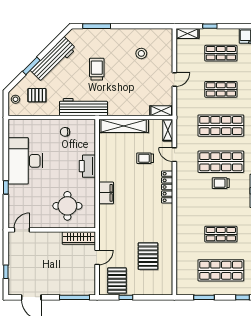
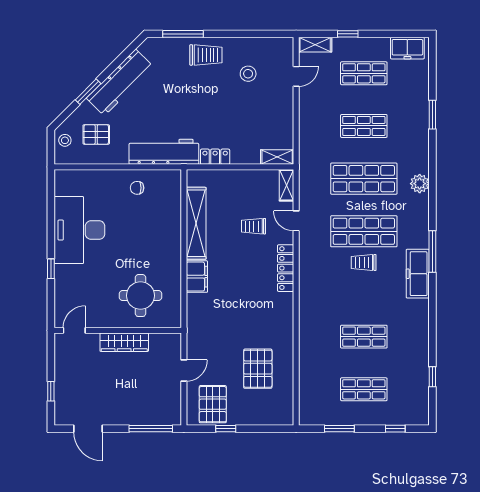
trolley: (97, 69) -> (206, 55), moved, turned 90
door: (174, 79) -> (296, 76), moved
locker: (119, 110) -> (215, 157), added
shelving: (124, 126) -> (196, 223), moved, turned 90
printer: (87, 166) -> (170, 238), removed
wardrobe: (79, 238) -> (124, 342), moved
shop shelf: (221, 270) -> (364, 389), width x0.70, depth x0.74

